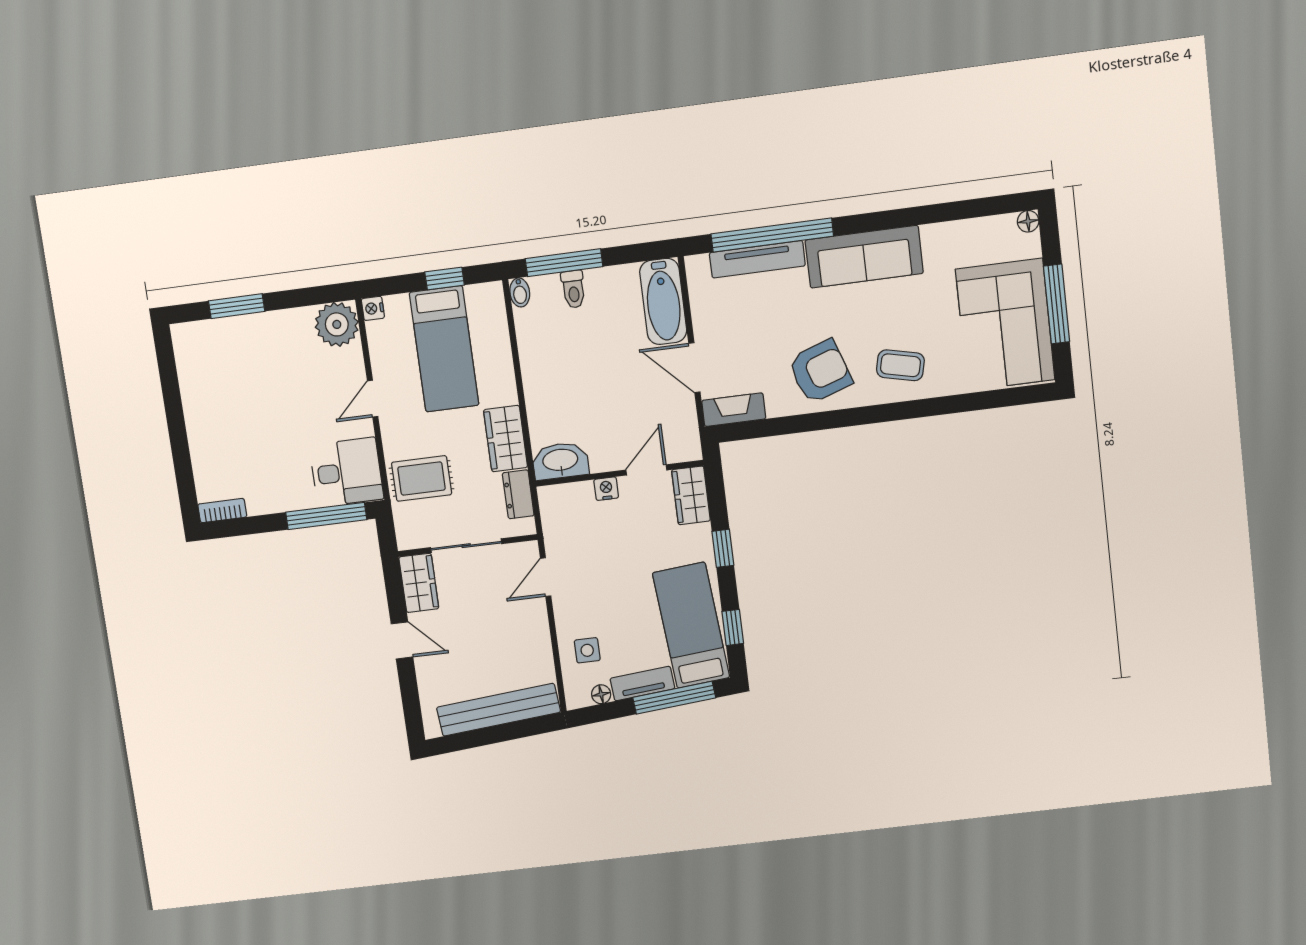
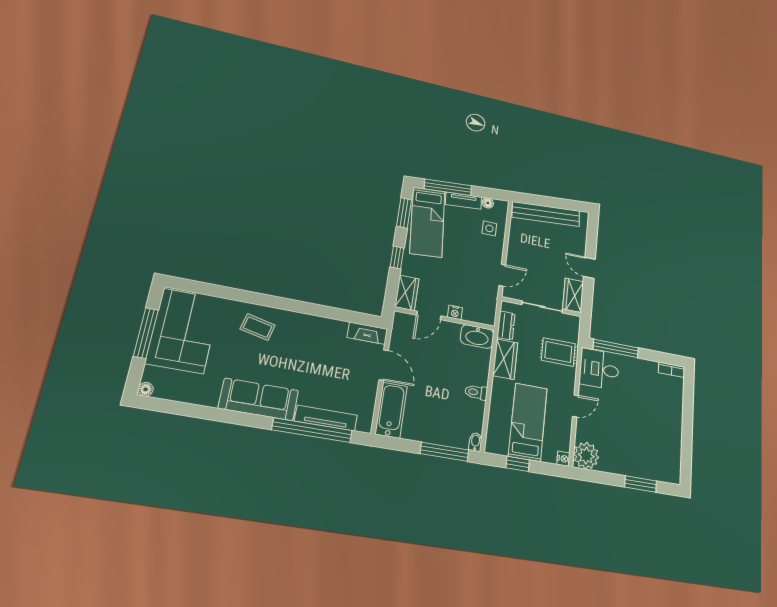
toilet: (573, 289) -> (476, 392), moved, turned -90
armchair: (820, 372) -> (308, 339), removed
window: (733, 627) -> (404, 213), width x1.50

